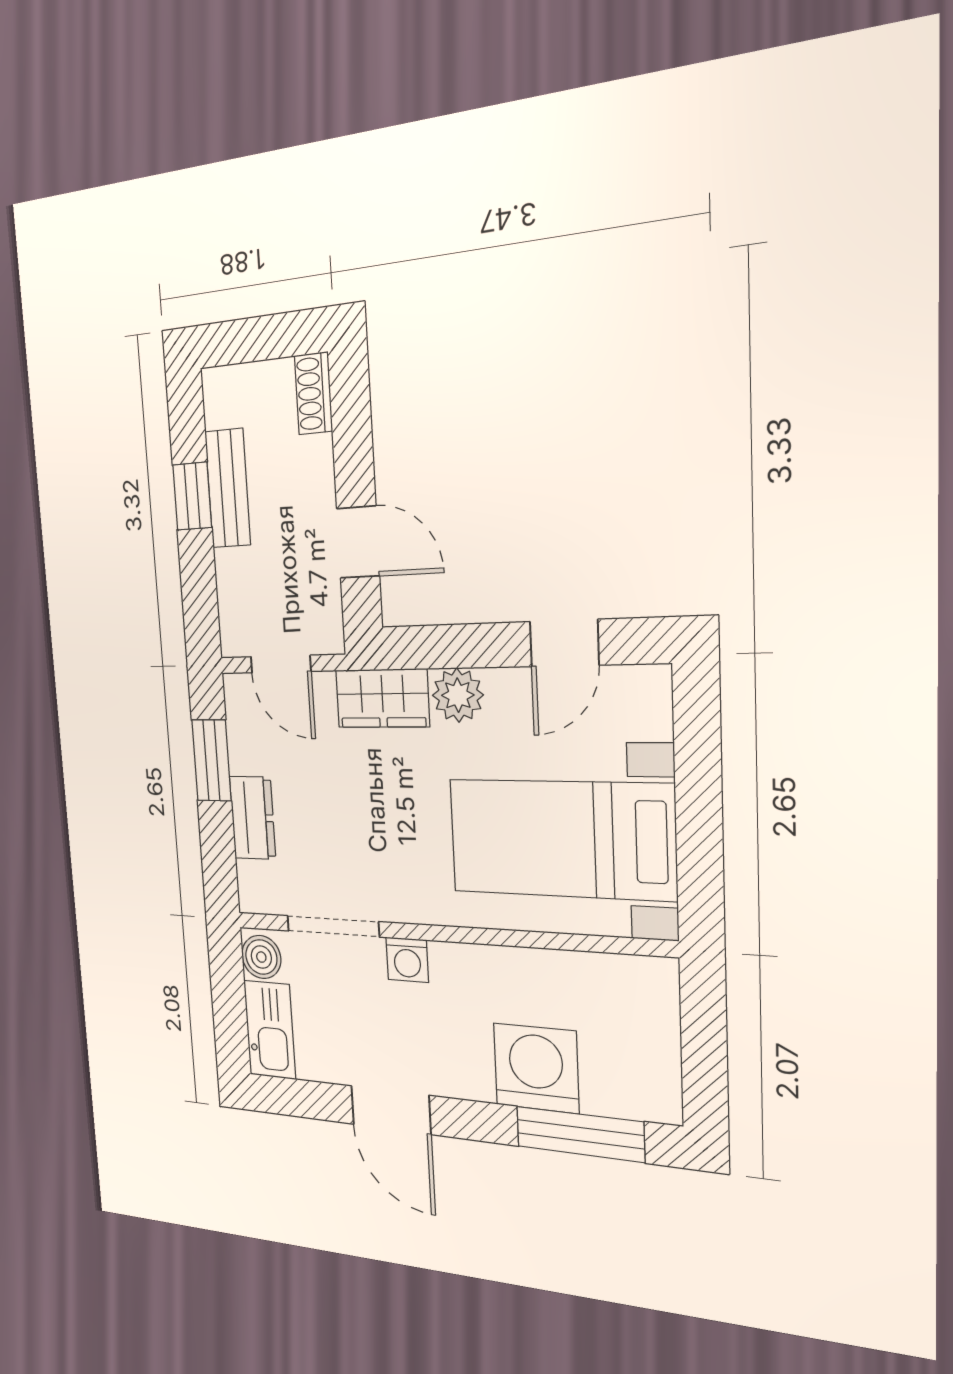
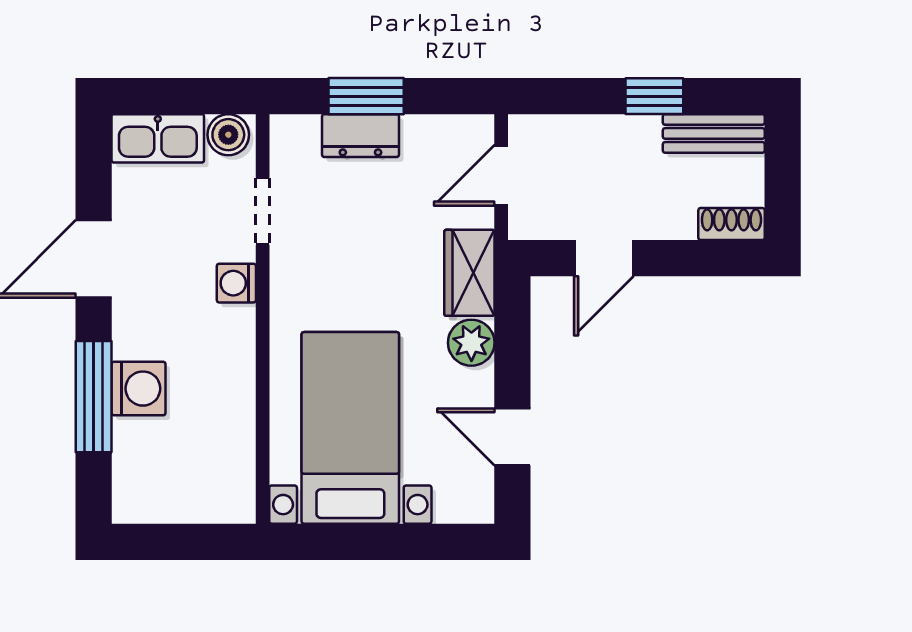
bench: (228, 488) -> (714, 133), moved
window: (211, 760) -> (366, 96), moved
doorway: (333, 926) -> (263, 211), width x0.73
washing machine: (536, 1068) -> (139, 389), width x0.73, depth x0.73
window: (580, 1134) -> (94, 397), moved

